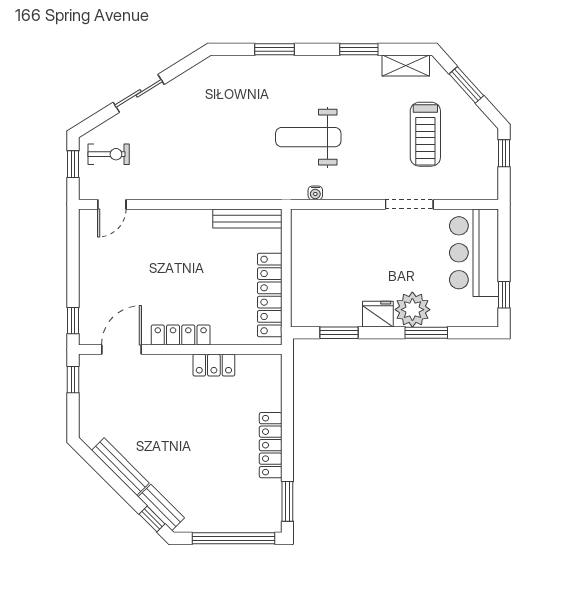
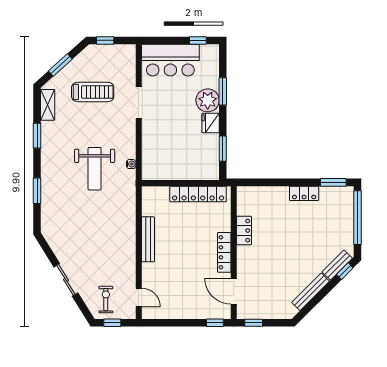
bench: (247, 219) -> (148, 239), moved
locker: (271, 445) -> (304, 193), width x0.66

